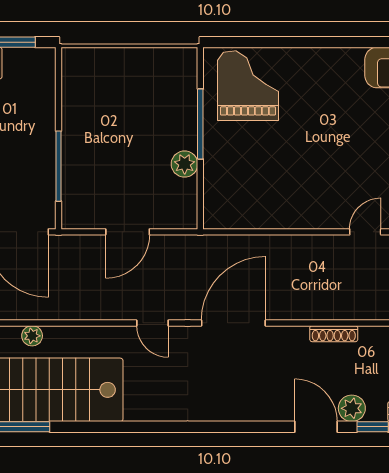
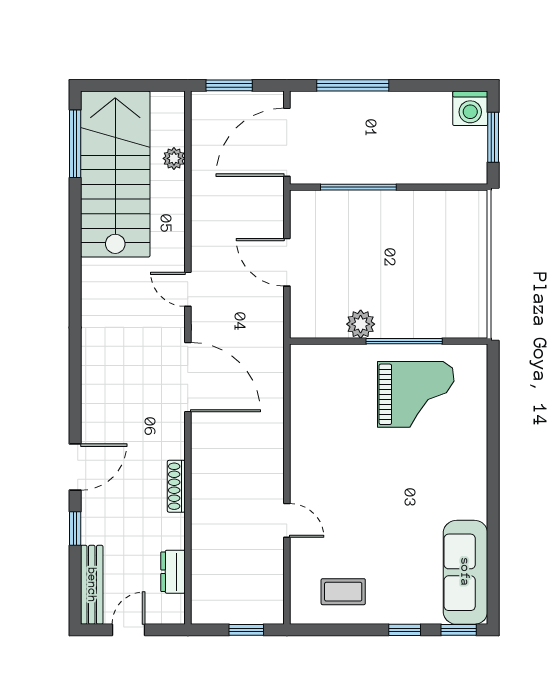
grand piano: (248, 86) -> (416, 394), moved
door: (152, 323) -> (188, 289), hinge flipped
plant: (352, 408) -> (95, 506), removed

